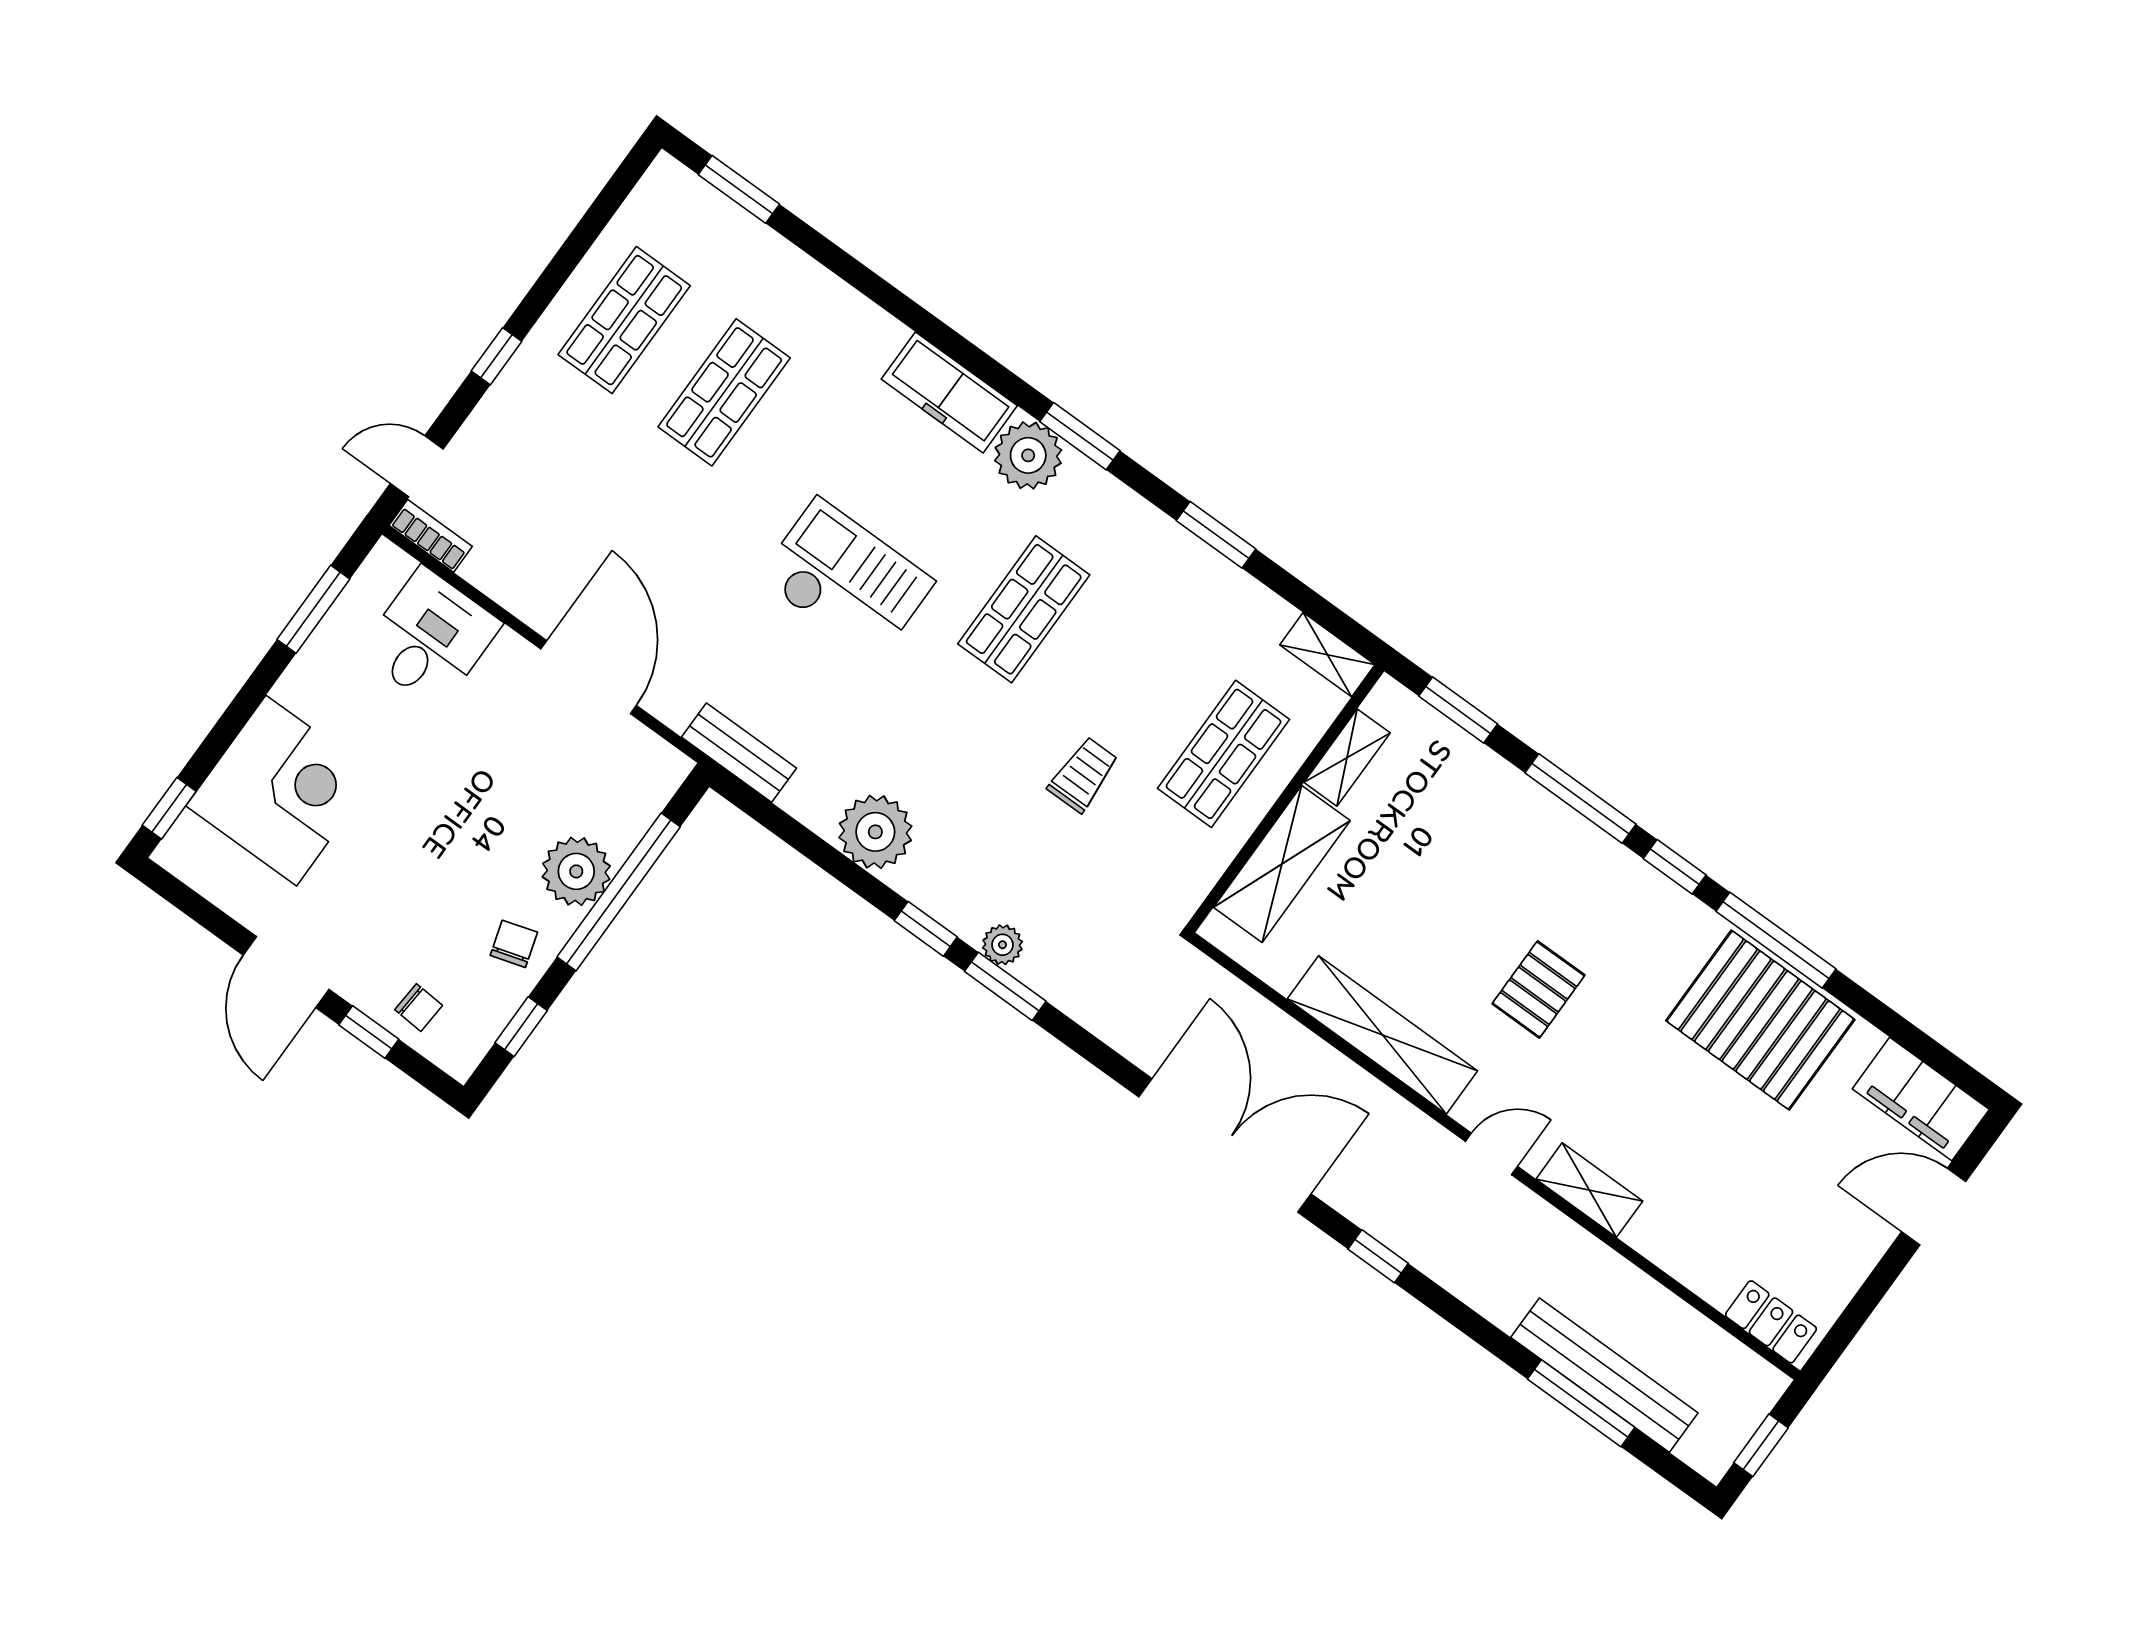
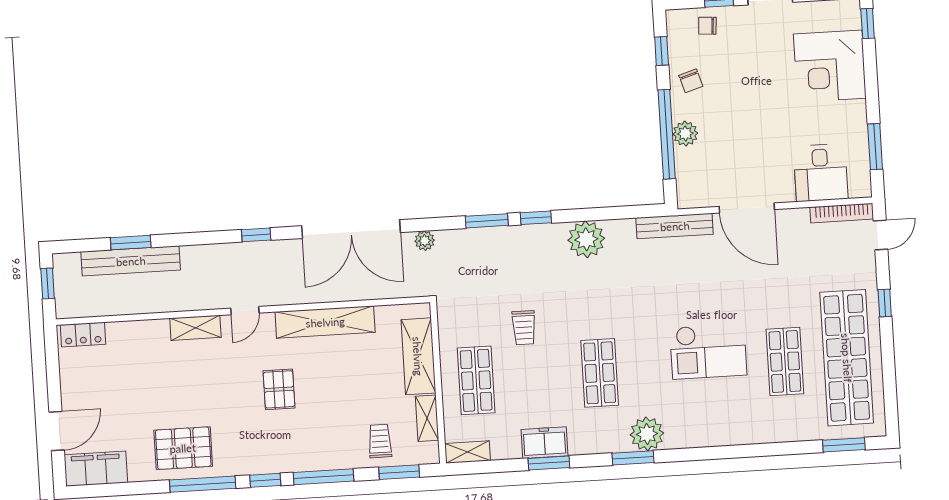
shop shelf: (624, 320) -> (847, 358), width x2.00, depth x1.36
freezer: (949, 392) -> (545, 443), moved, width x0.71
bookcase: (431, 536) -> (842, 213), width x1.56
checkout: (846, 580) -> (708, 351), moved
bench: (739, 753) -> (675, 226), width x1.36
trolley: (1448, 782) -> (380, 441), added
plant: (576, 871) -> (685, 134), width x0.73, depth x0.73
plant: (1002, 945) -> (425, 241), moved
pallet: (1760, 1020) -> (183, 448), width x0.73, depth x0.71
window: (1581, 1403) -> (131, 243), width x0.69

